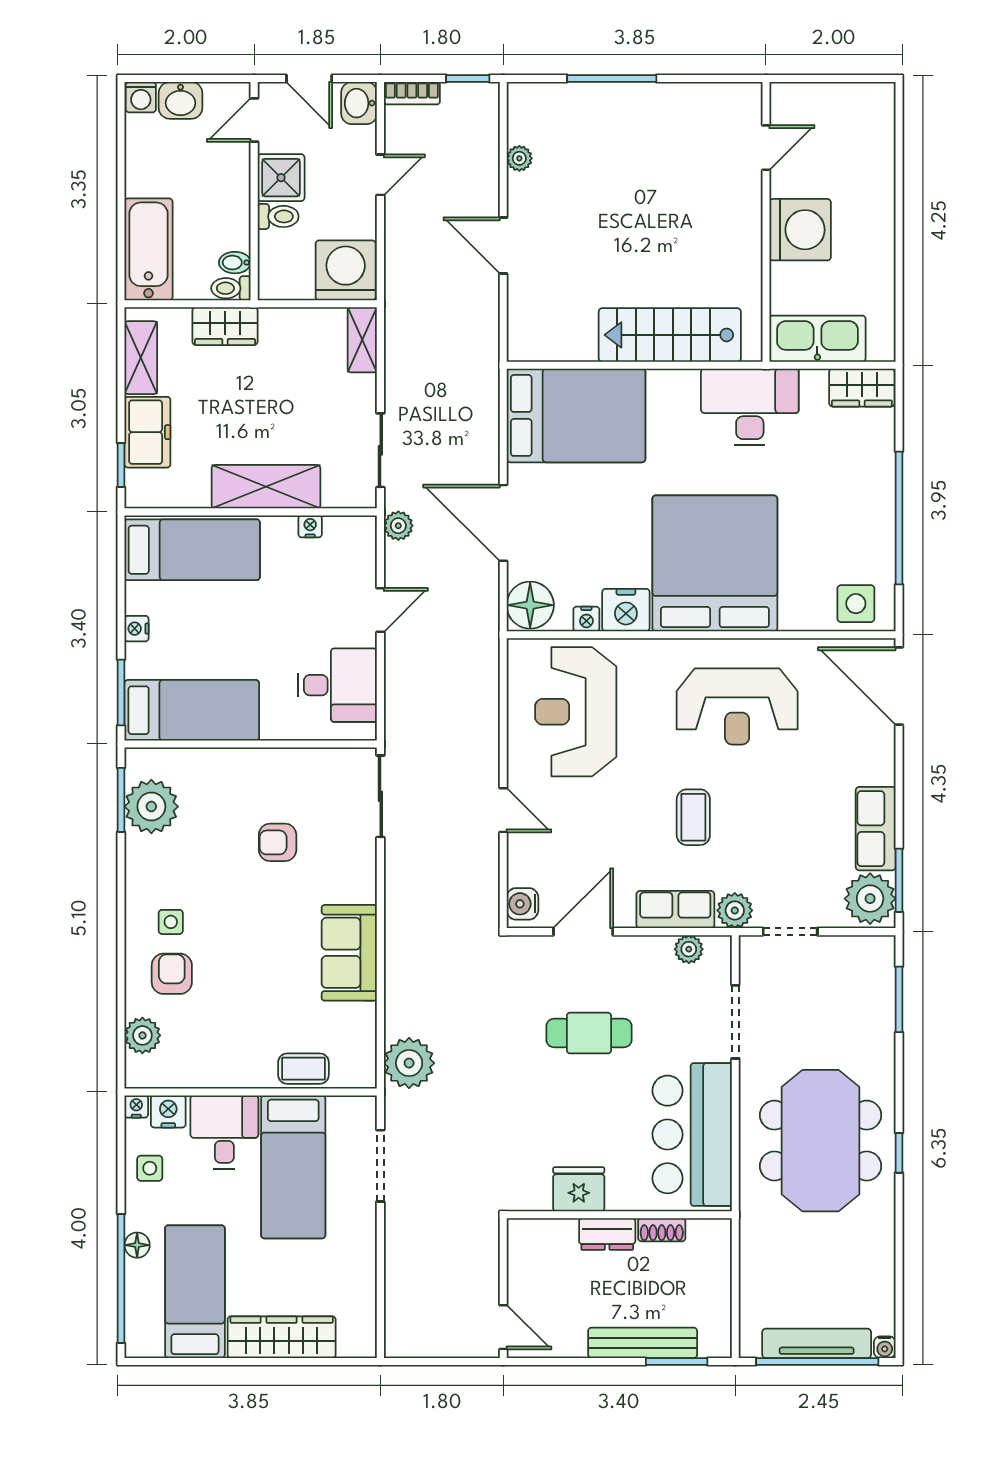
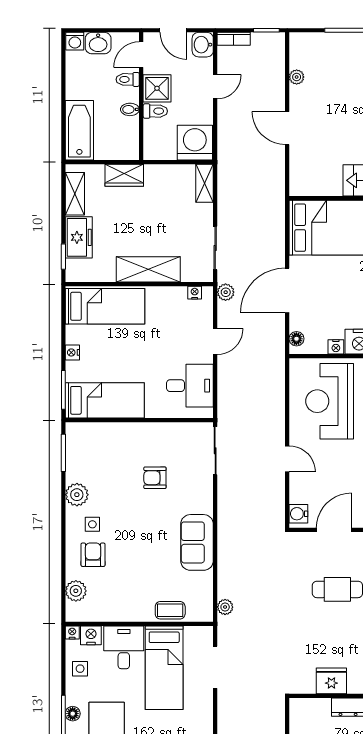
bidet: (235, 263) -> (130, 109), moved
toilet: (231, 288) -> (128, 79), moved
door: (503, 523) -> (287, 291), hinge flipped
nightstand: (310, 526) -> (195, 293), moved
floor lamp: (530, 605) -> (296, 339), width x0.53, depth x0.53
plant: (151, 807) -> (77, 495), moved, width x0.73, depth x0.73
plant: (409, 1063) -> (225, 607), width x0.53, depth x0.53

